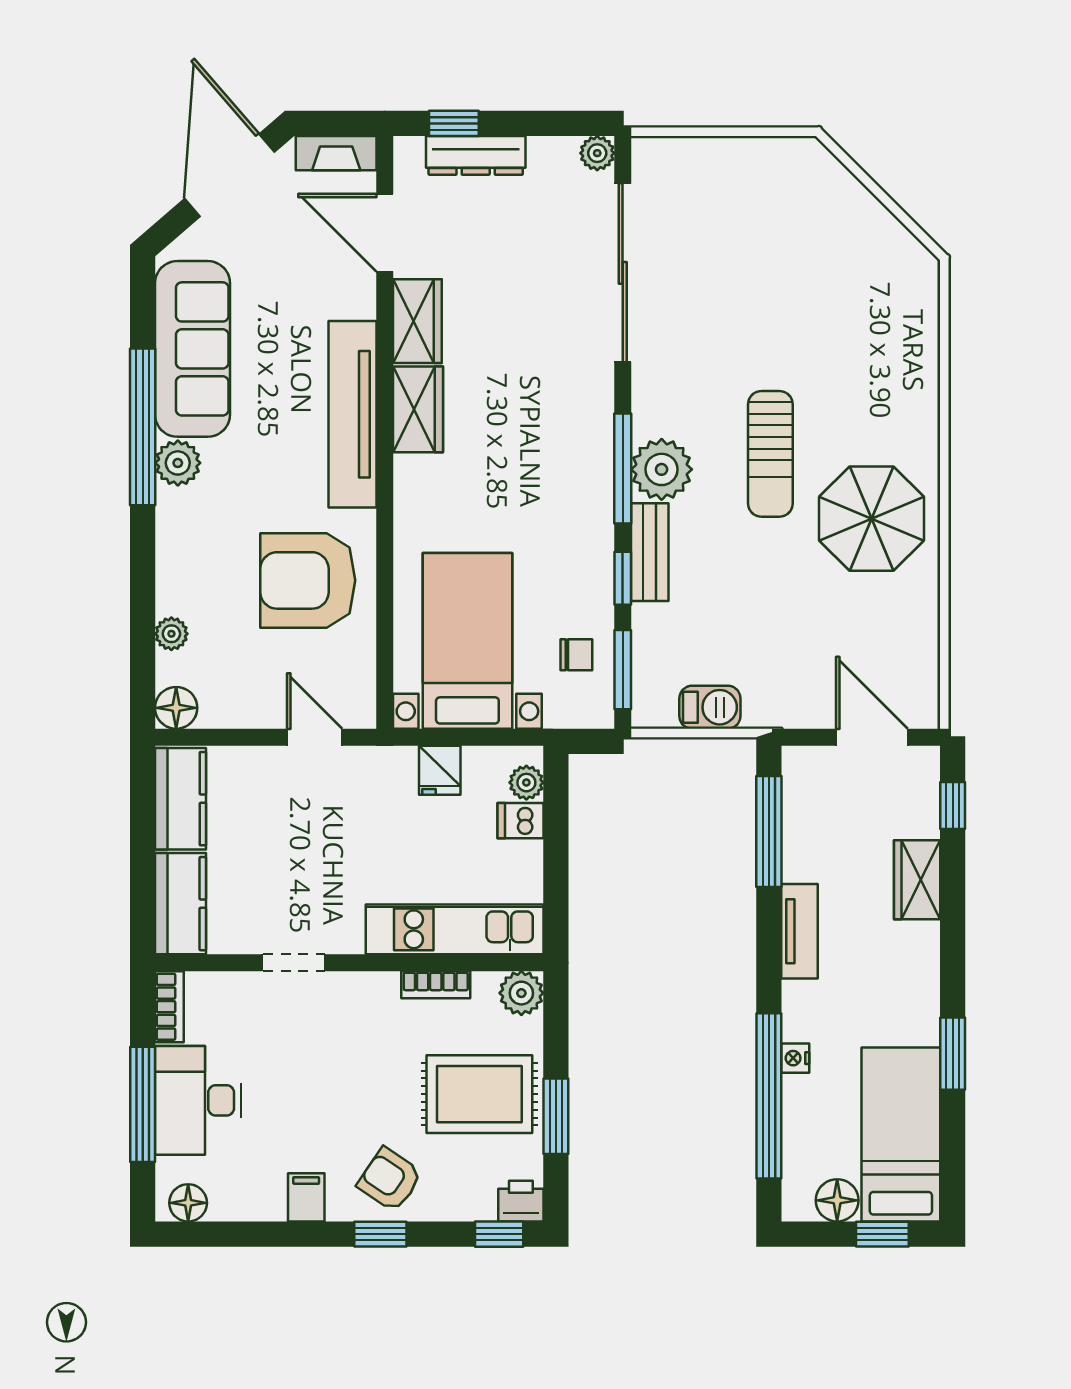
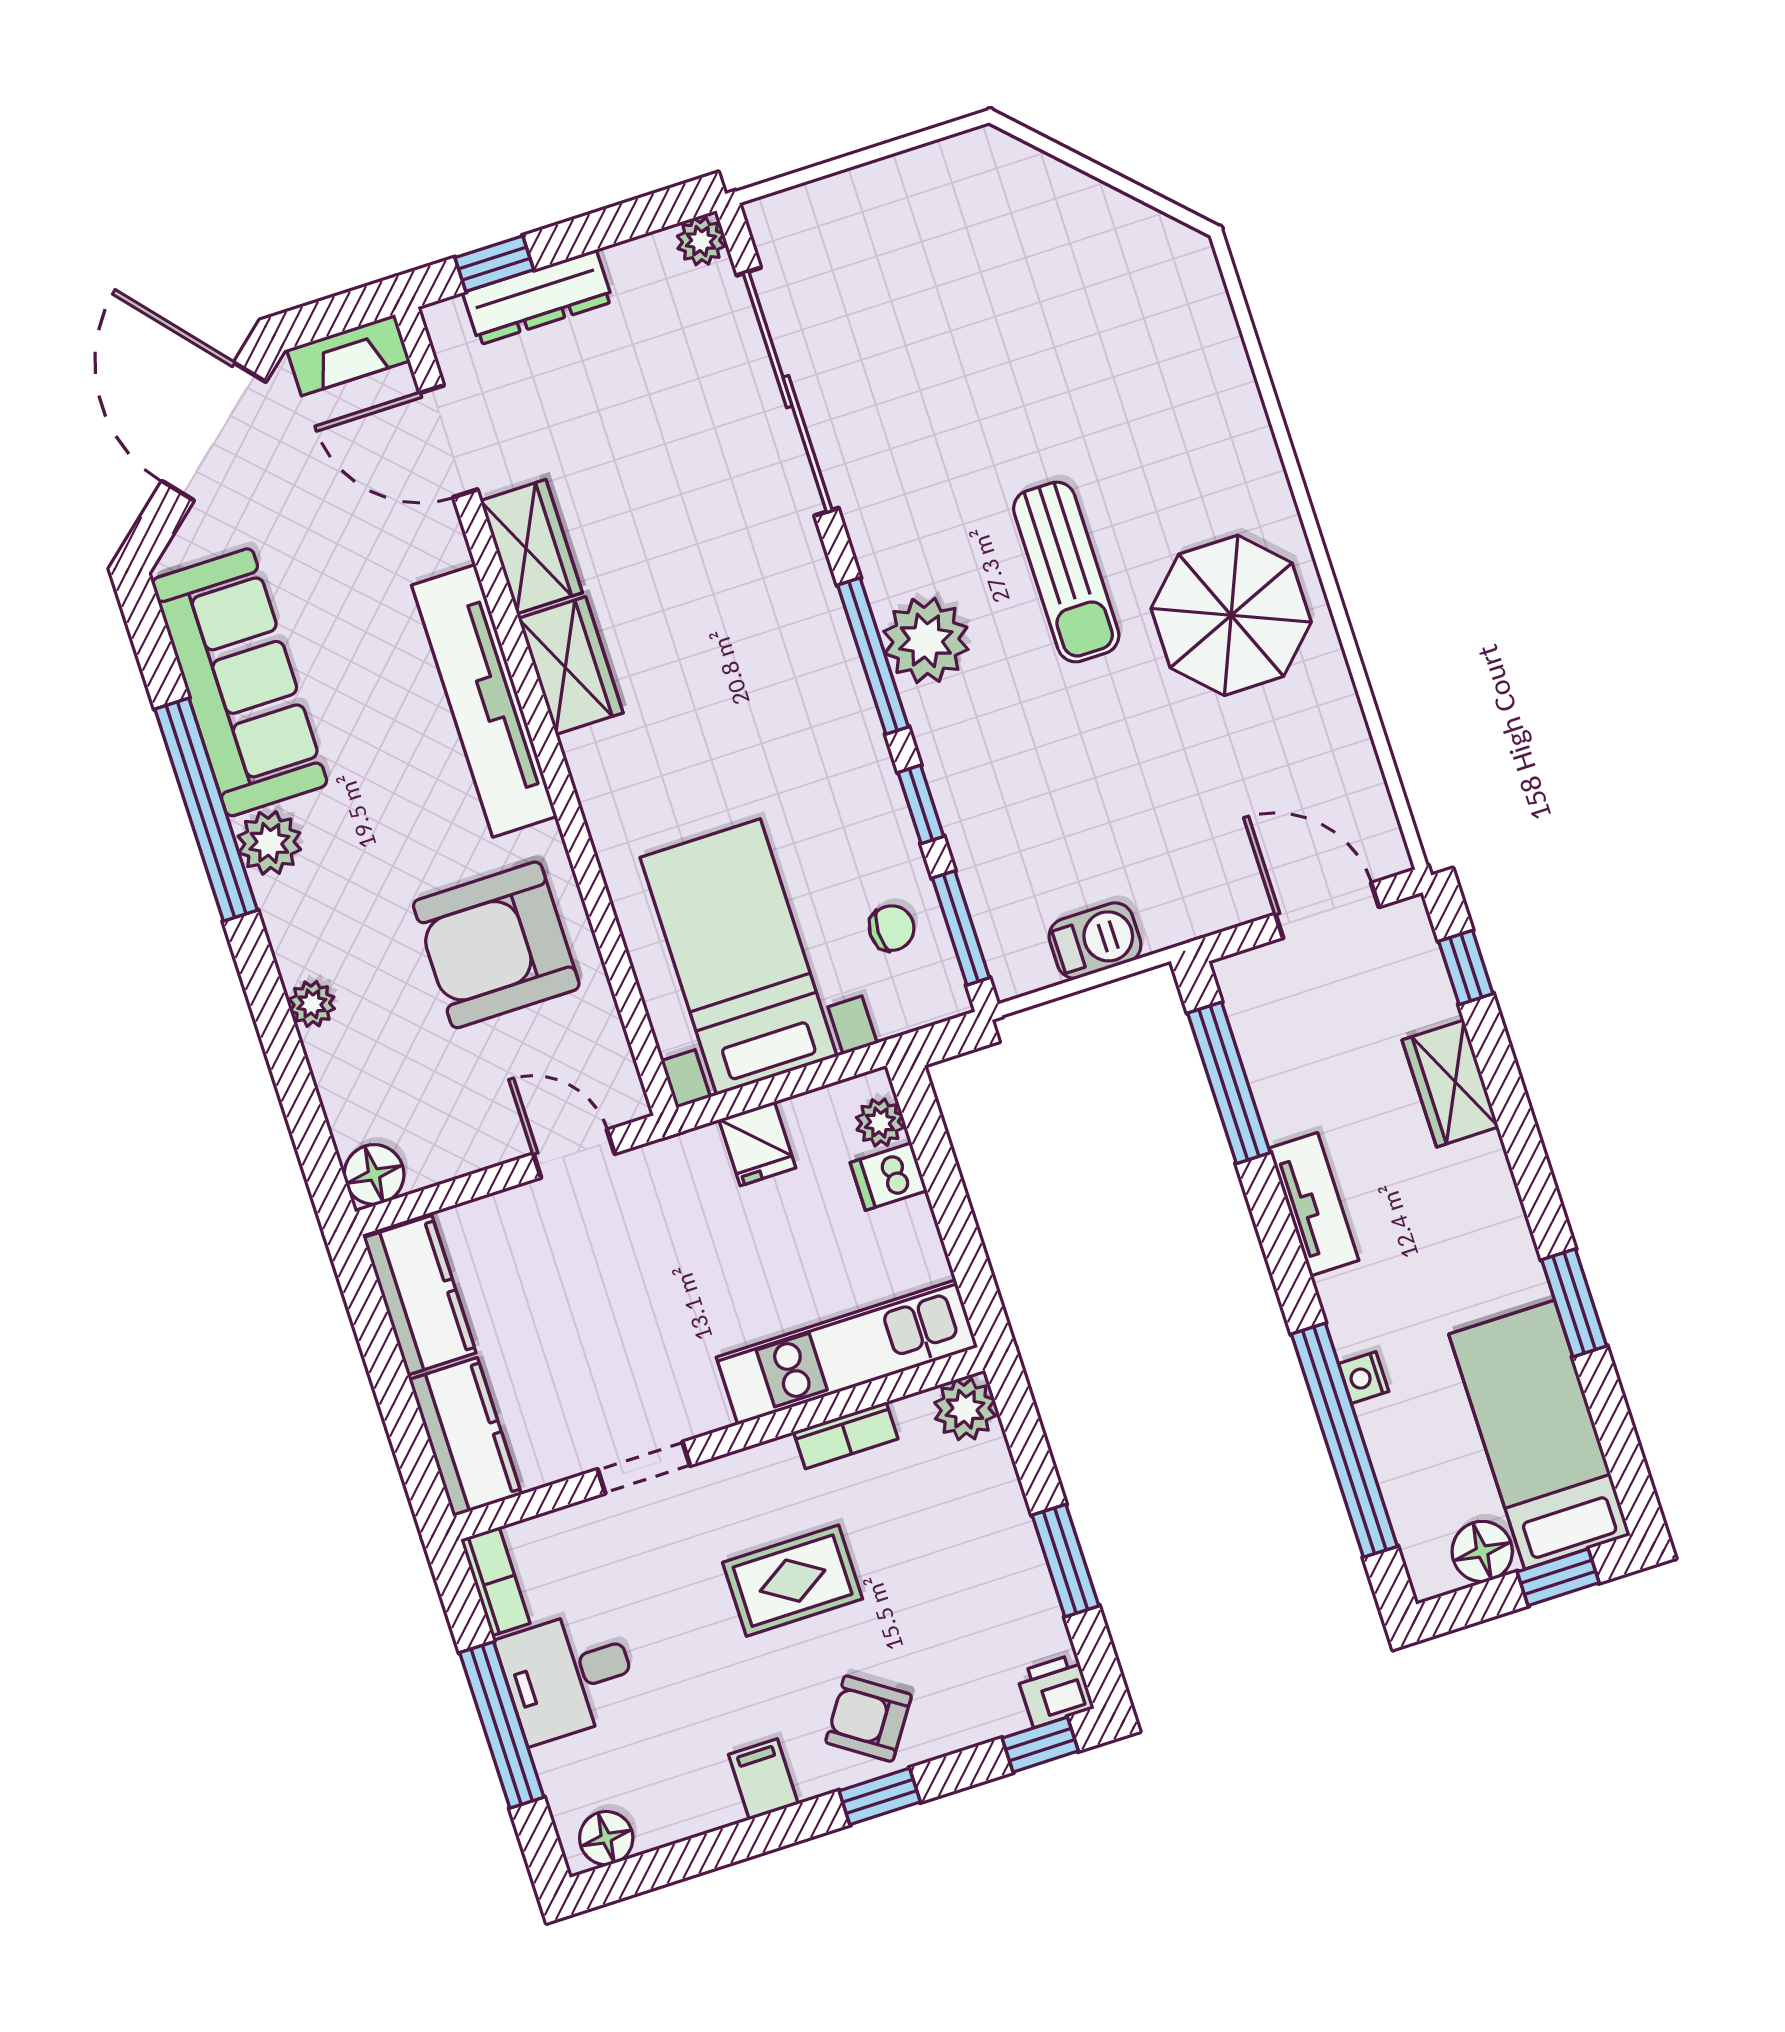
bench: (650, 552) -> (946, 757), removed
plant: (171, 634) -> (312, 1004), moved
rug: (479, 1094) -> (793, 1581), moved, width x0.73, depth x0.70
desk: (198, 1100) -> (568, 1675), width x0.73

